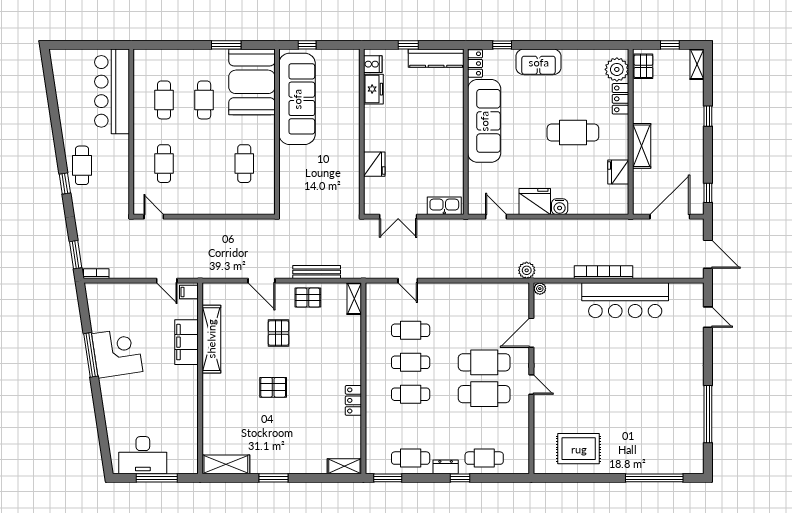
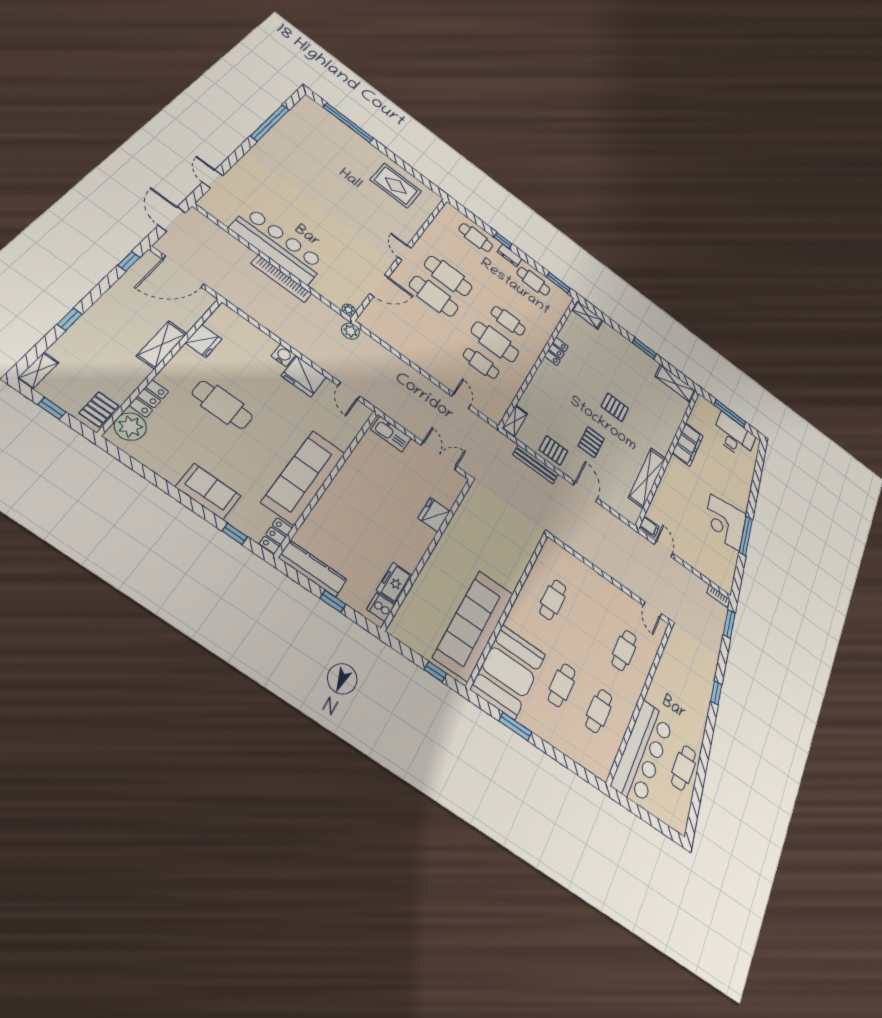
cafe table: (82, 165) -> (684, 768), moved
filing cabinet: (187, 342) -> (688, 444), moved
cafe table: (411, 362) -> (495, 342), width x1.37, depth x1.35

